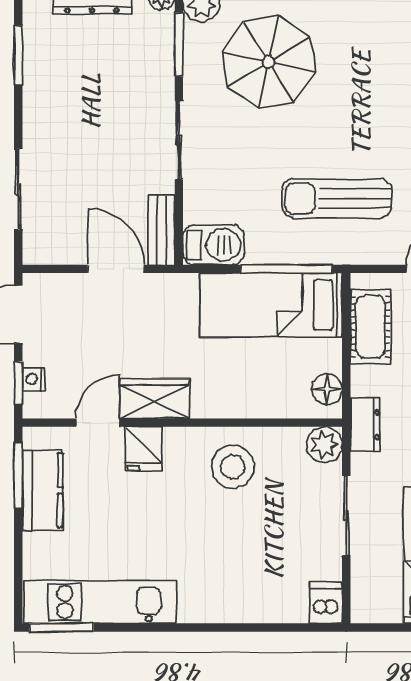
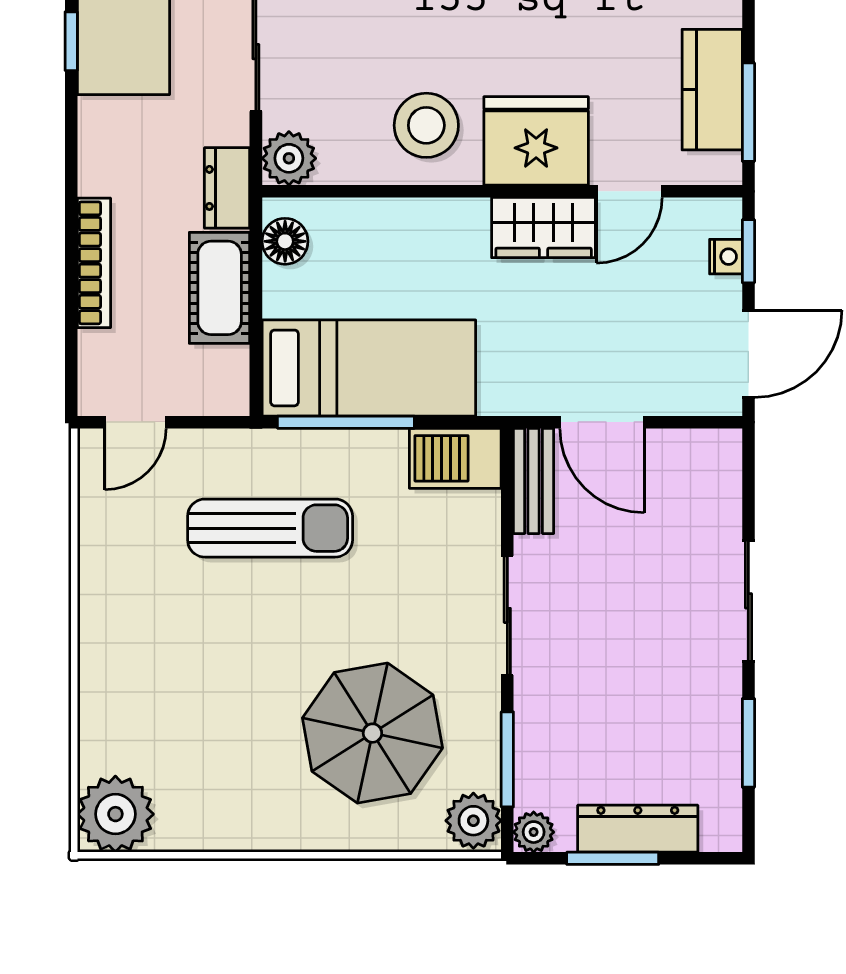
sliding door: (18, 189) -> (748, 601), moved
cot: (370, 327) -> (220, 288), moved
fridge: (143, 449) -> (536, 141), width x1.88, depth x1.34

